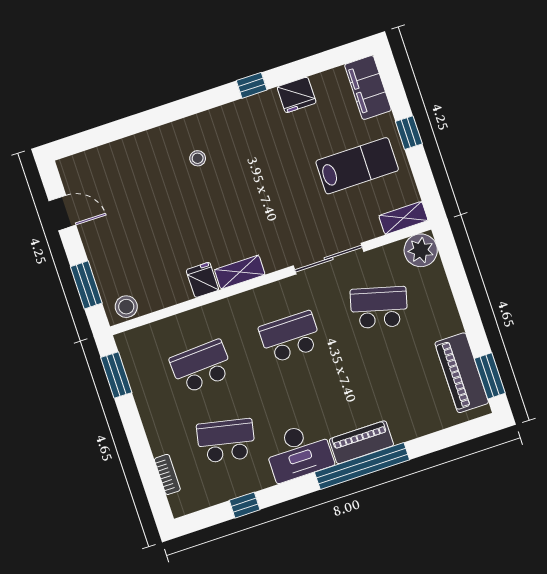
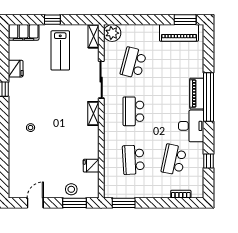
lab bench: (357, 166) -> (60, 50), turned 180
shelving: (240, 272) -> (93, 113), moved
fridge: (202, 280) -> (91, 166), moved
stool: (126, 307) -> (71, 189), moved

